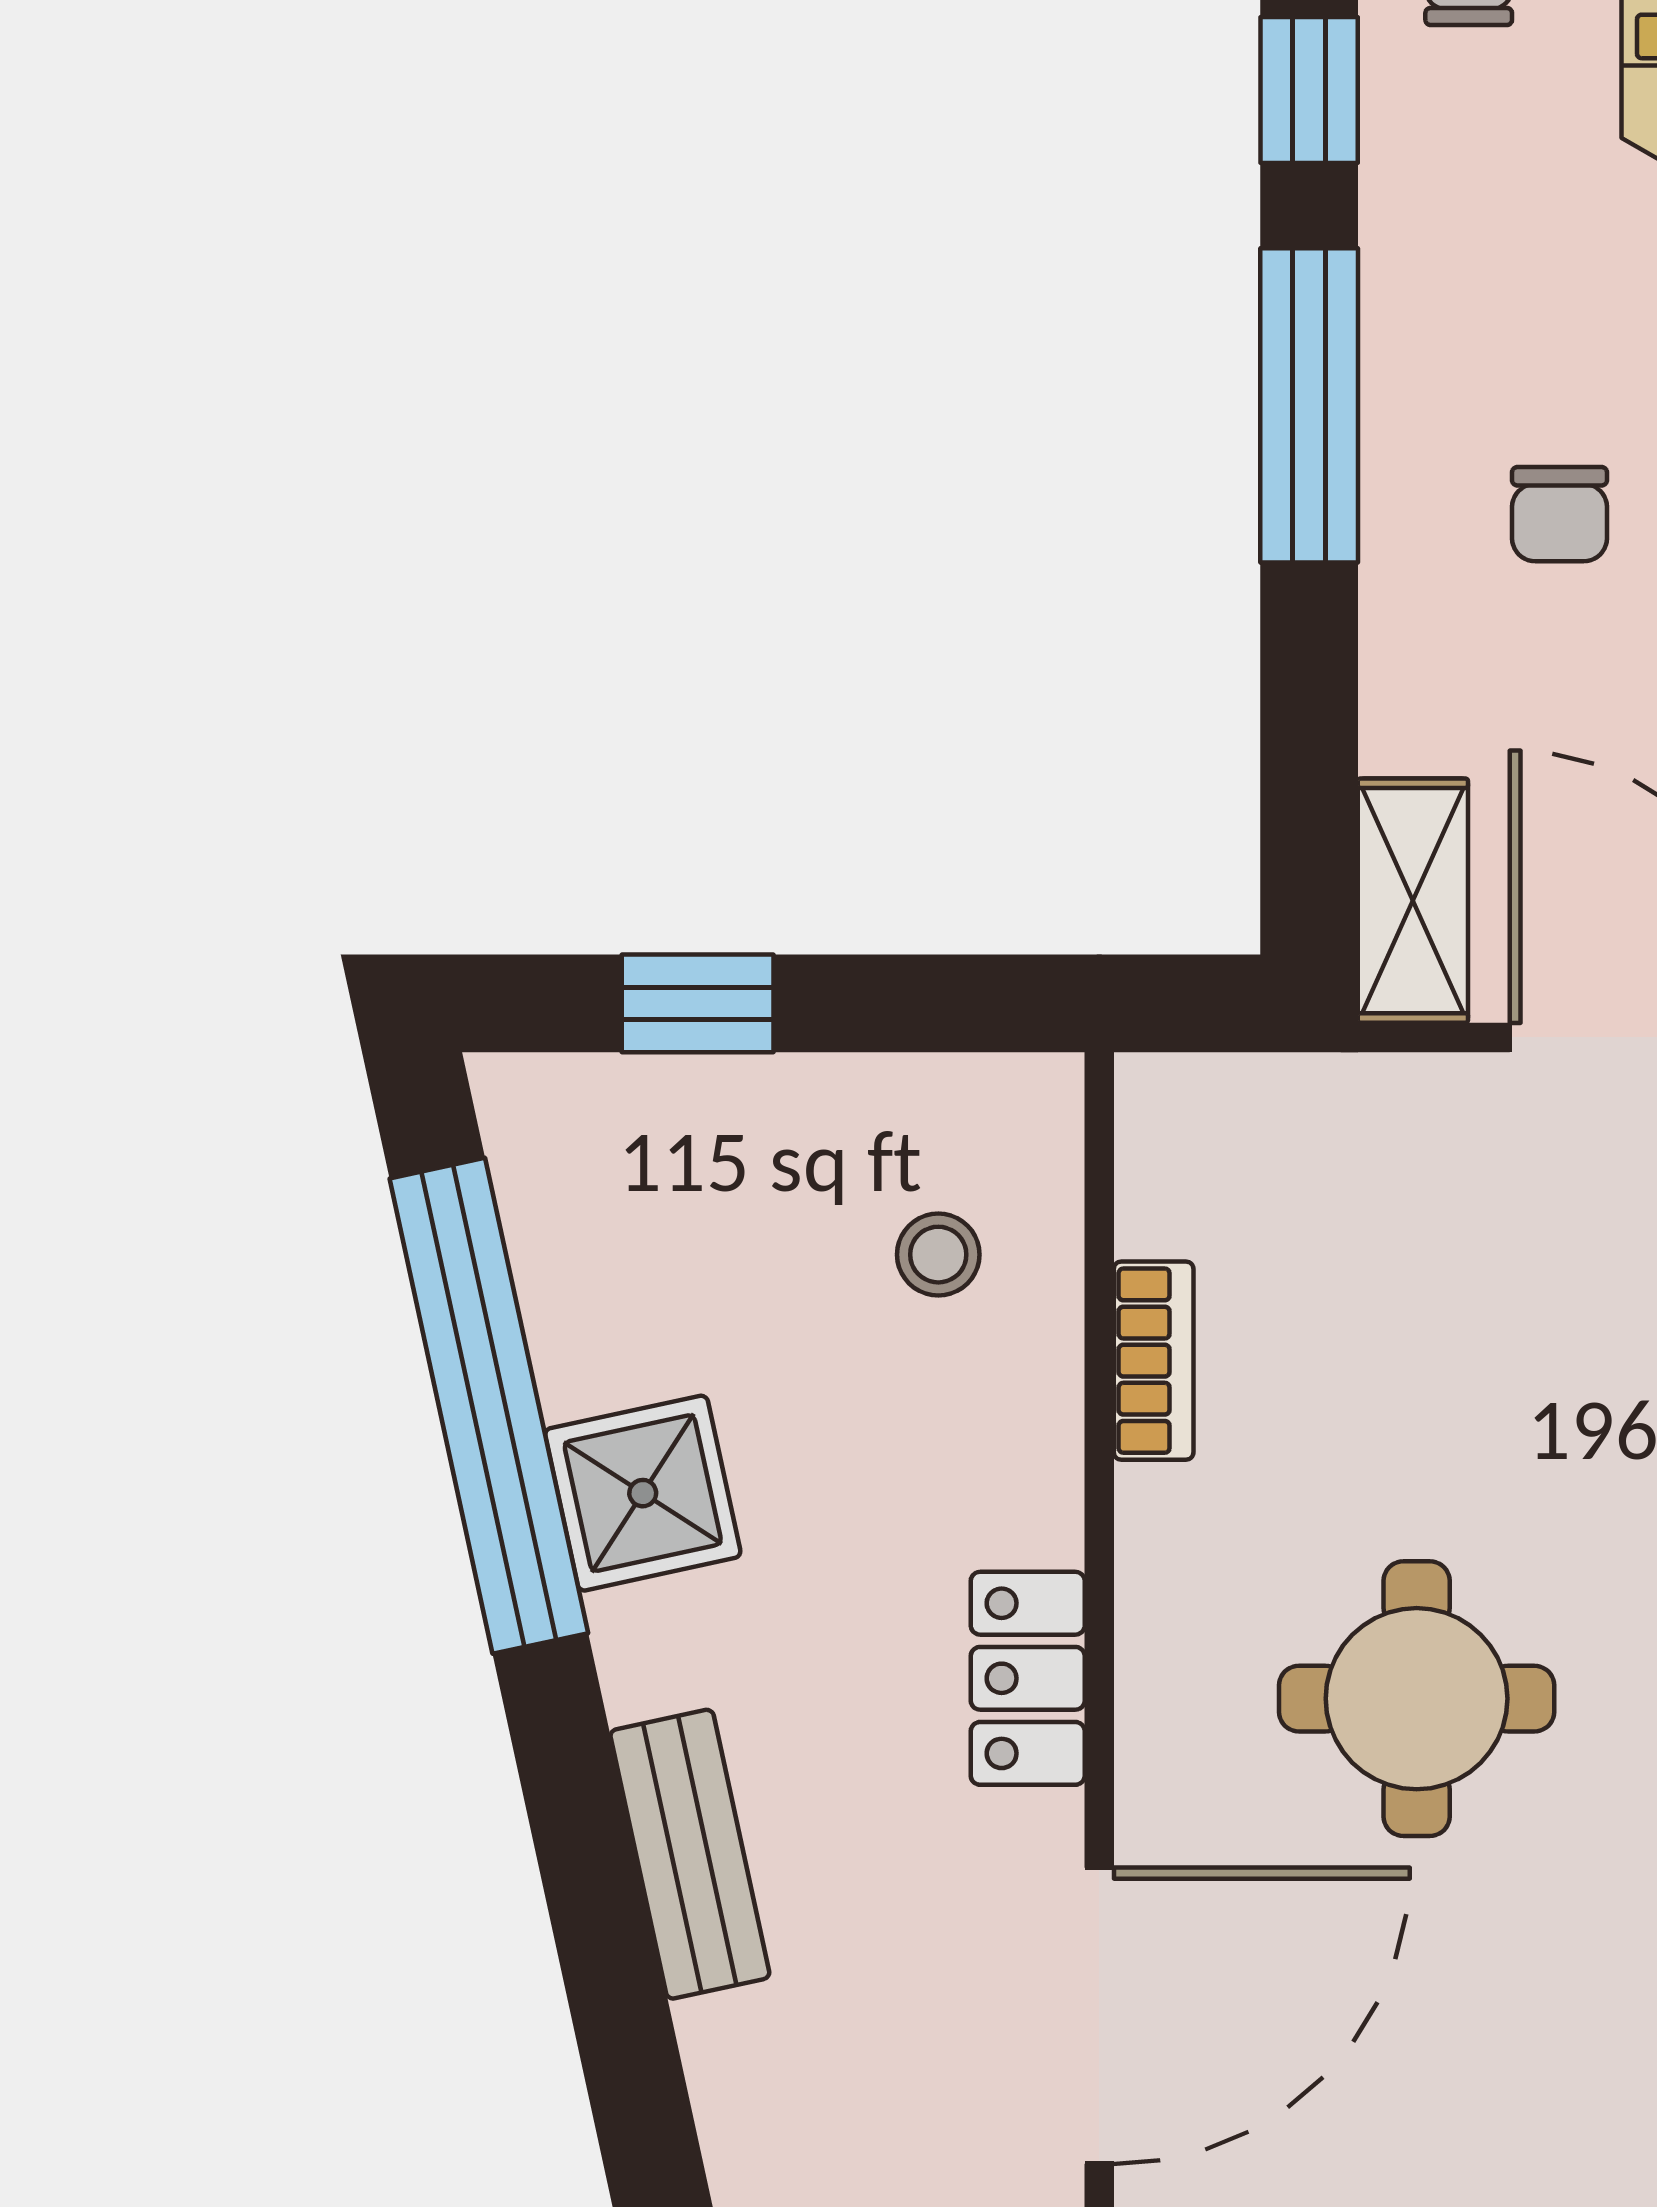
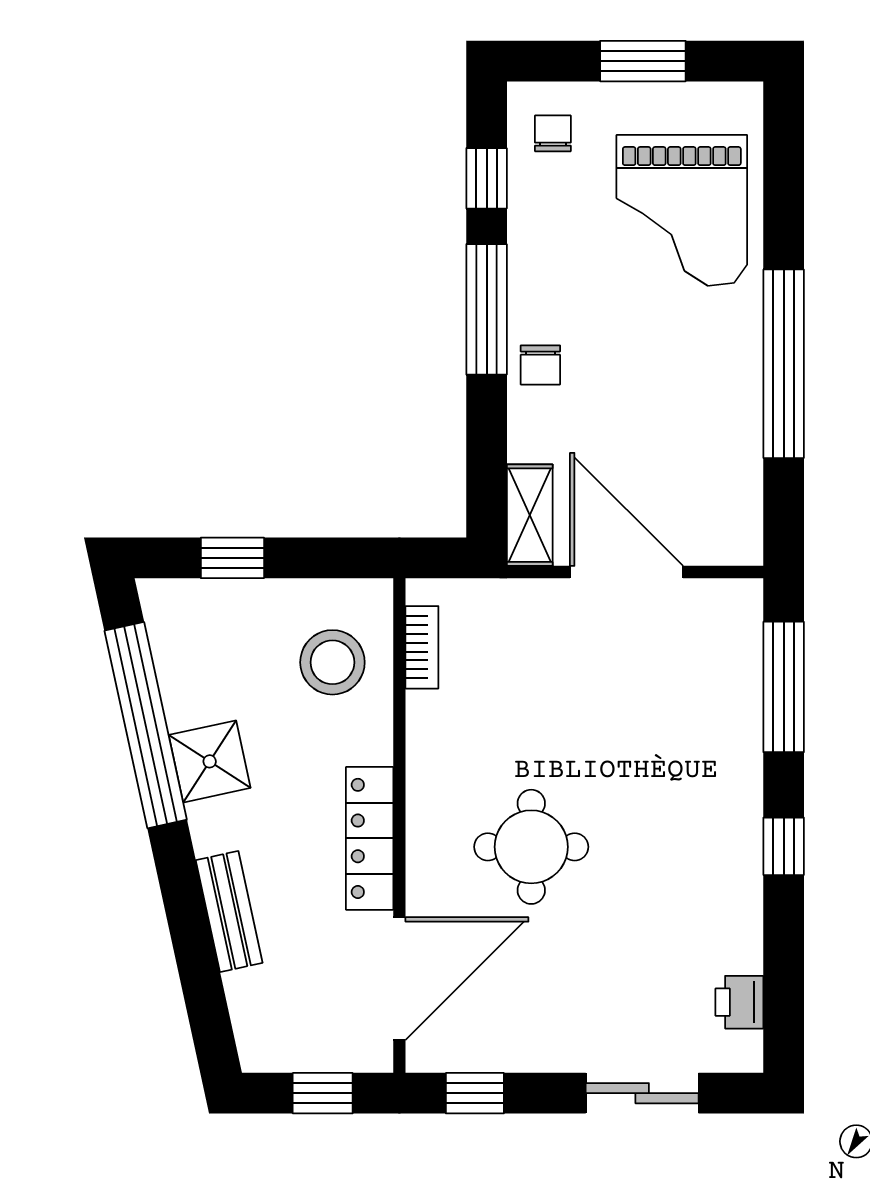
chair: (1559, 514) -> (540, 365), moved
stool: (938, 1255) -> (332, 662), width x1.89, depth x1.89
bookcase: (1154, 1361) -> (422, 647), moved
locker: (1028, 1678) -> (370, 838), width x1.53

